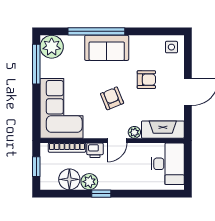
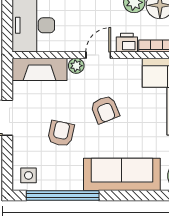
window: (96, 31) -> (63, 196), moved
sofa: (107, 48) -> (122, 174), width x1.36
armchair: (146, 80) -> (61, 134), turned 102

